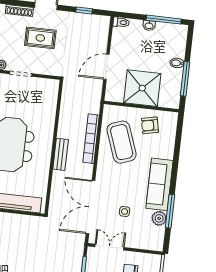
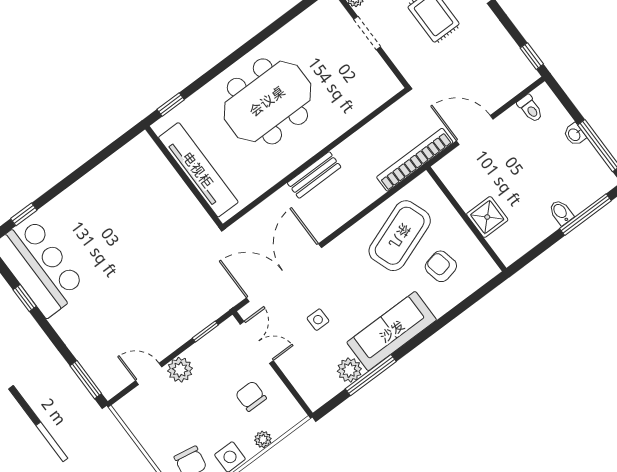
window: (84, 10) -> (532, 56), moved
toilet: (121, 22) -> (530, 109), moved
window: (185, 79) -> (585, 215), moved
shower: (142, 88) -> (487, 217), width x0.54, depth x0.54
armchair: (150, 125) -> (441, 266), moved
bookcase: (91, 139) -> (415, 160), moved

